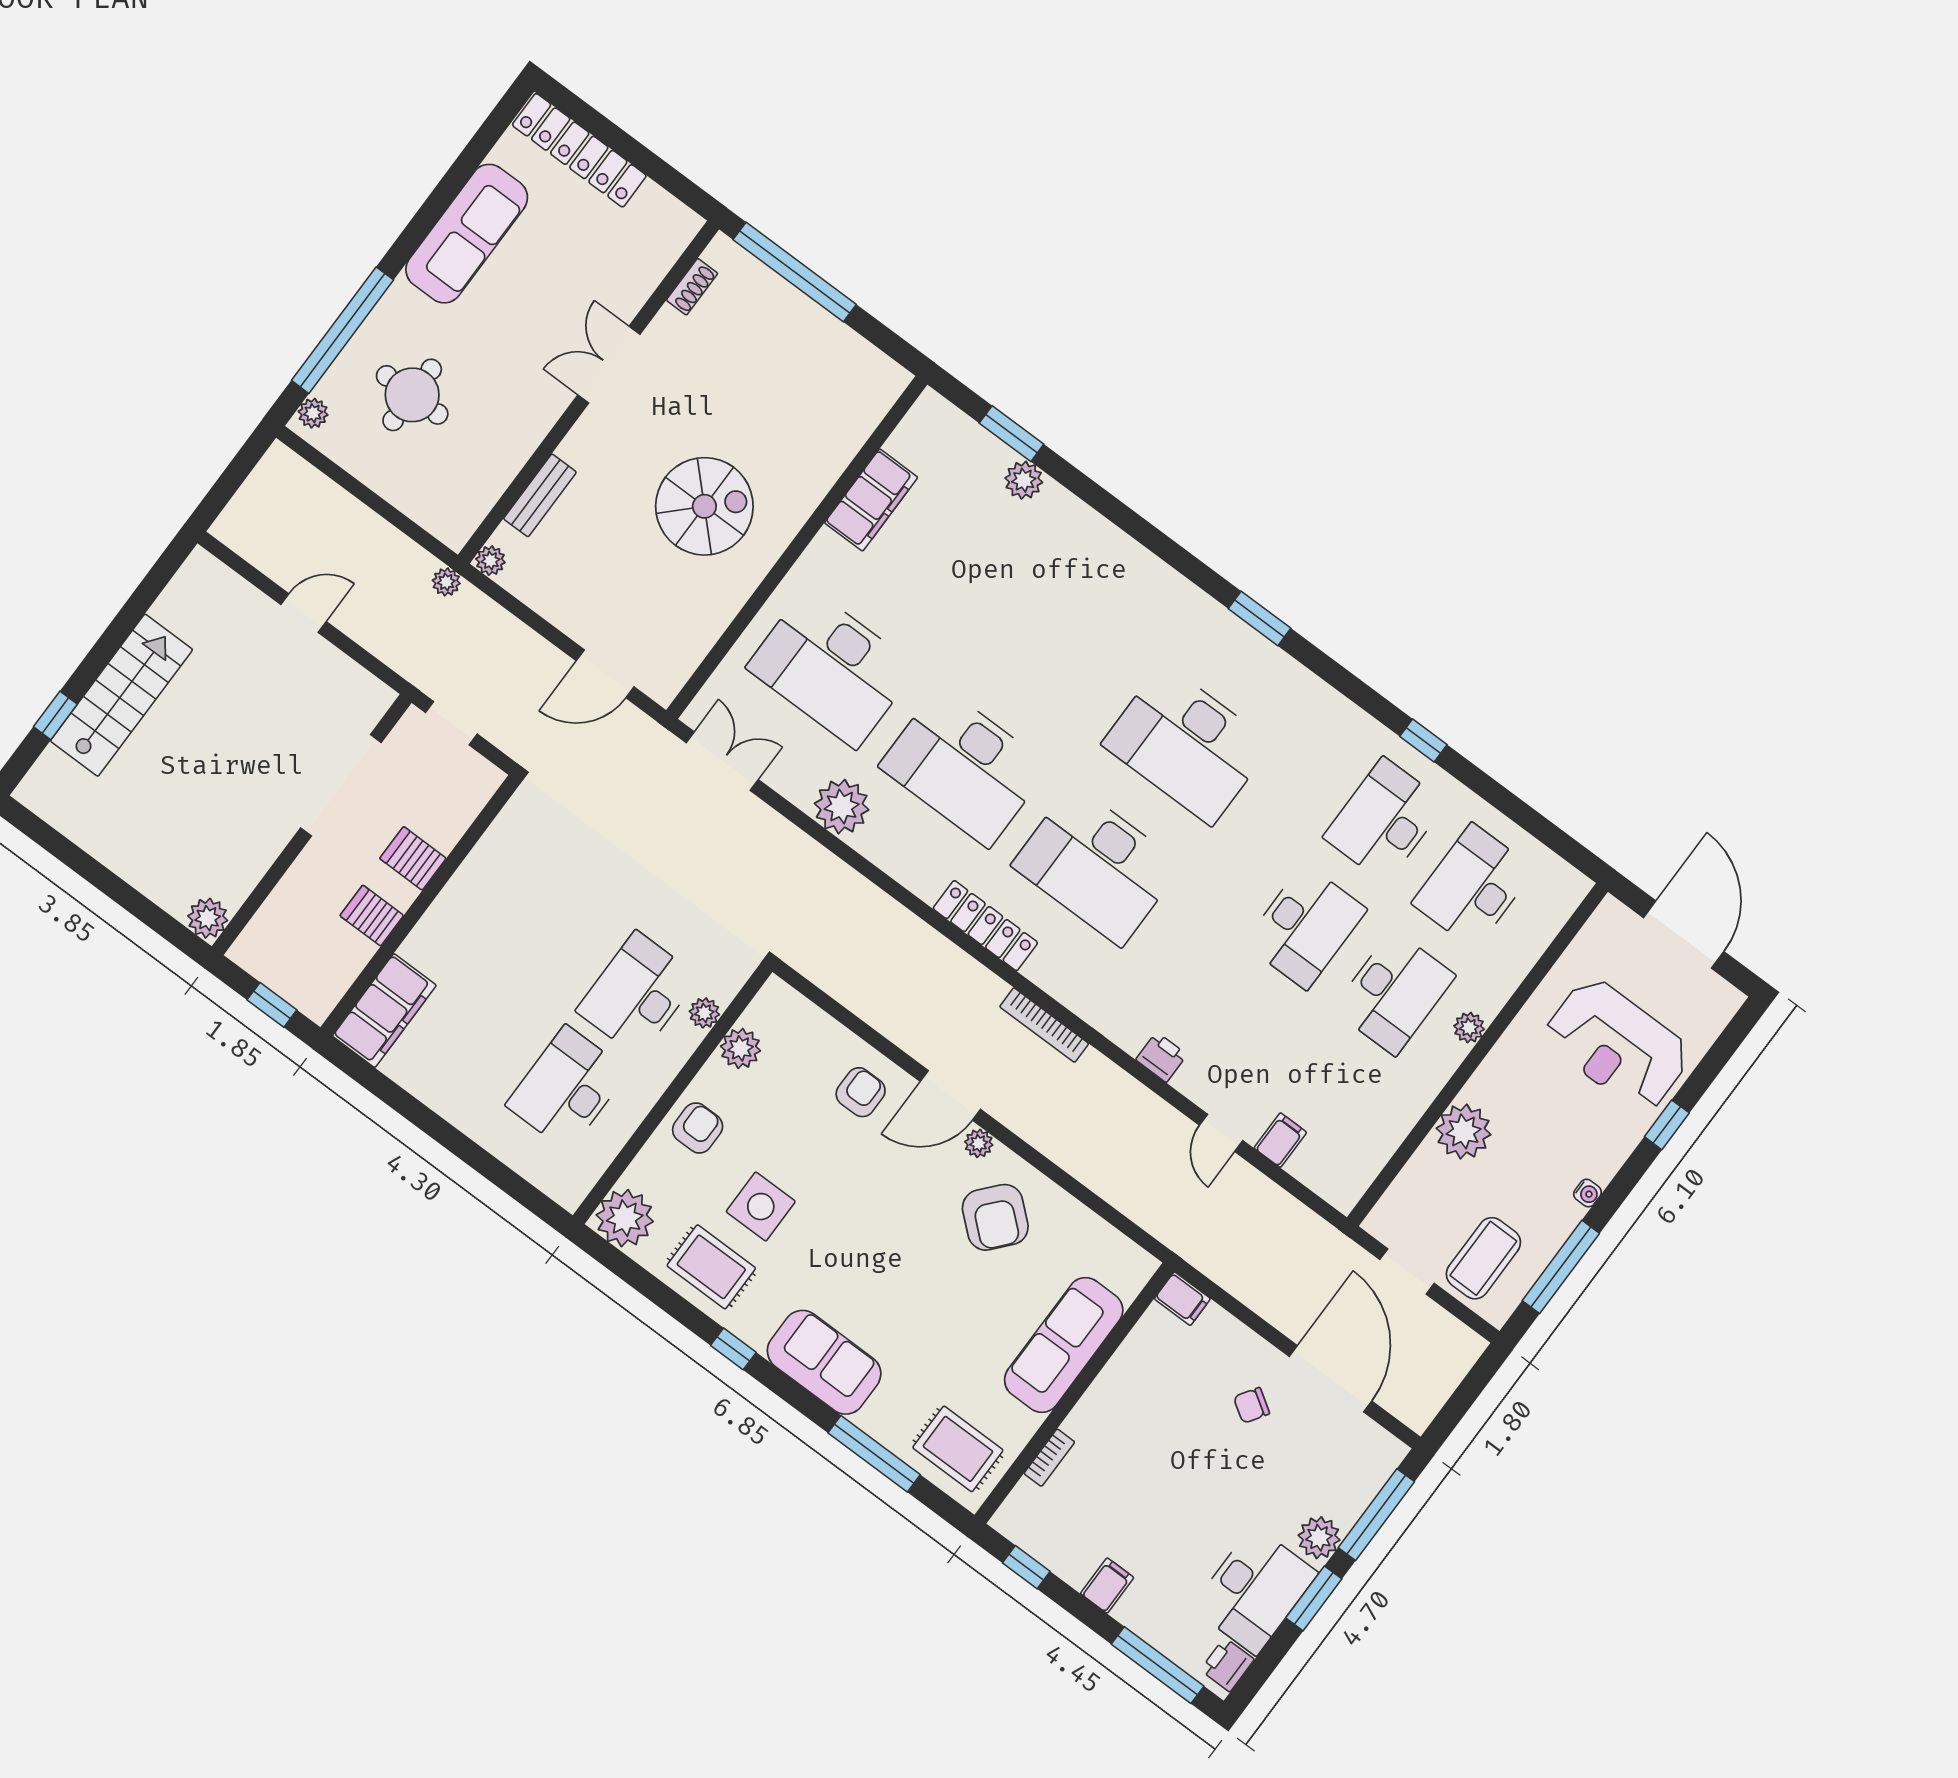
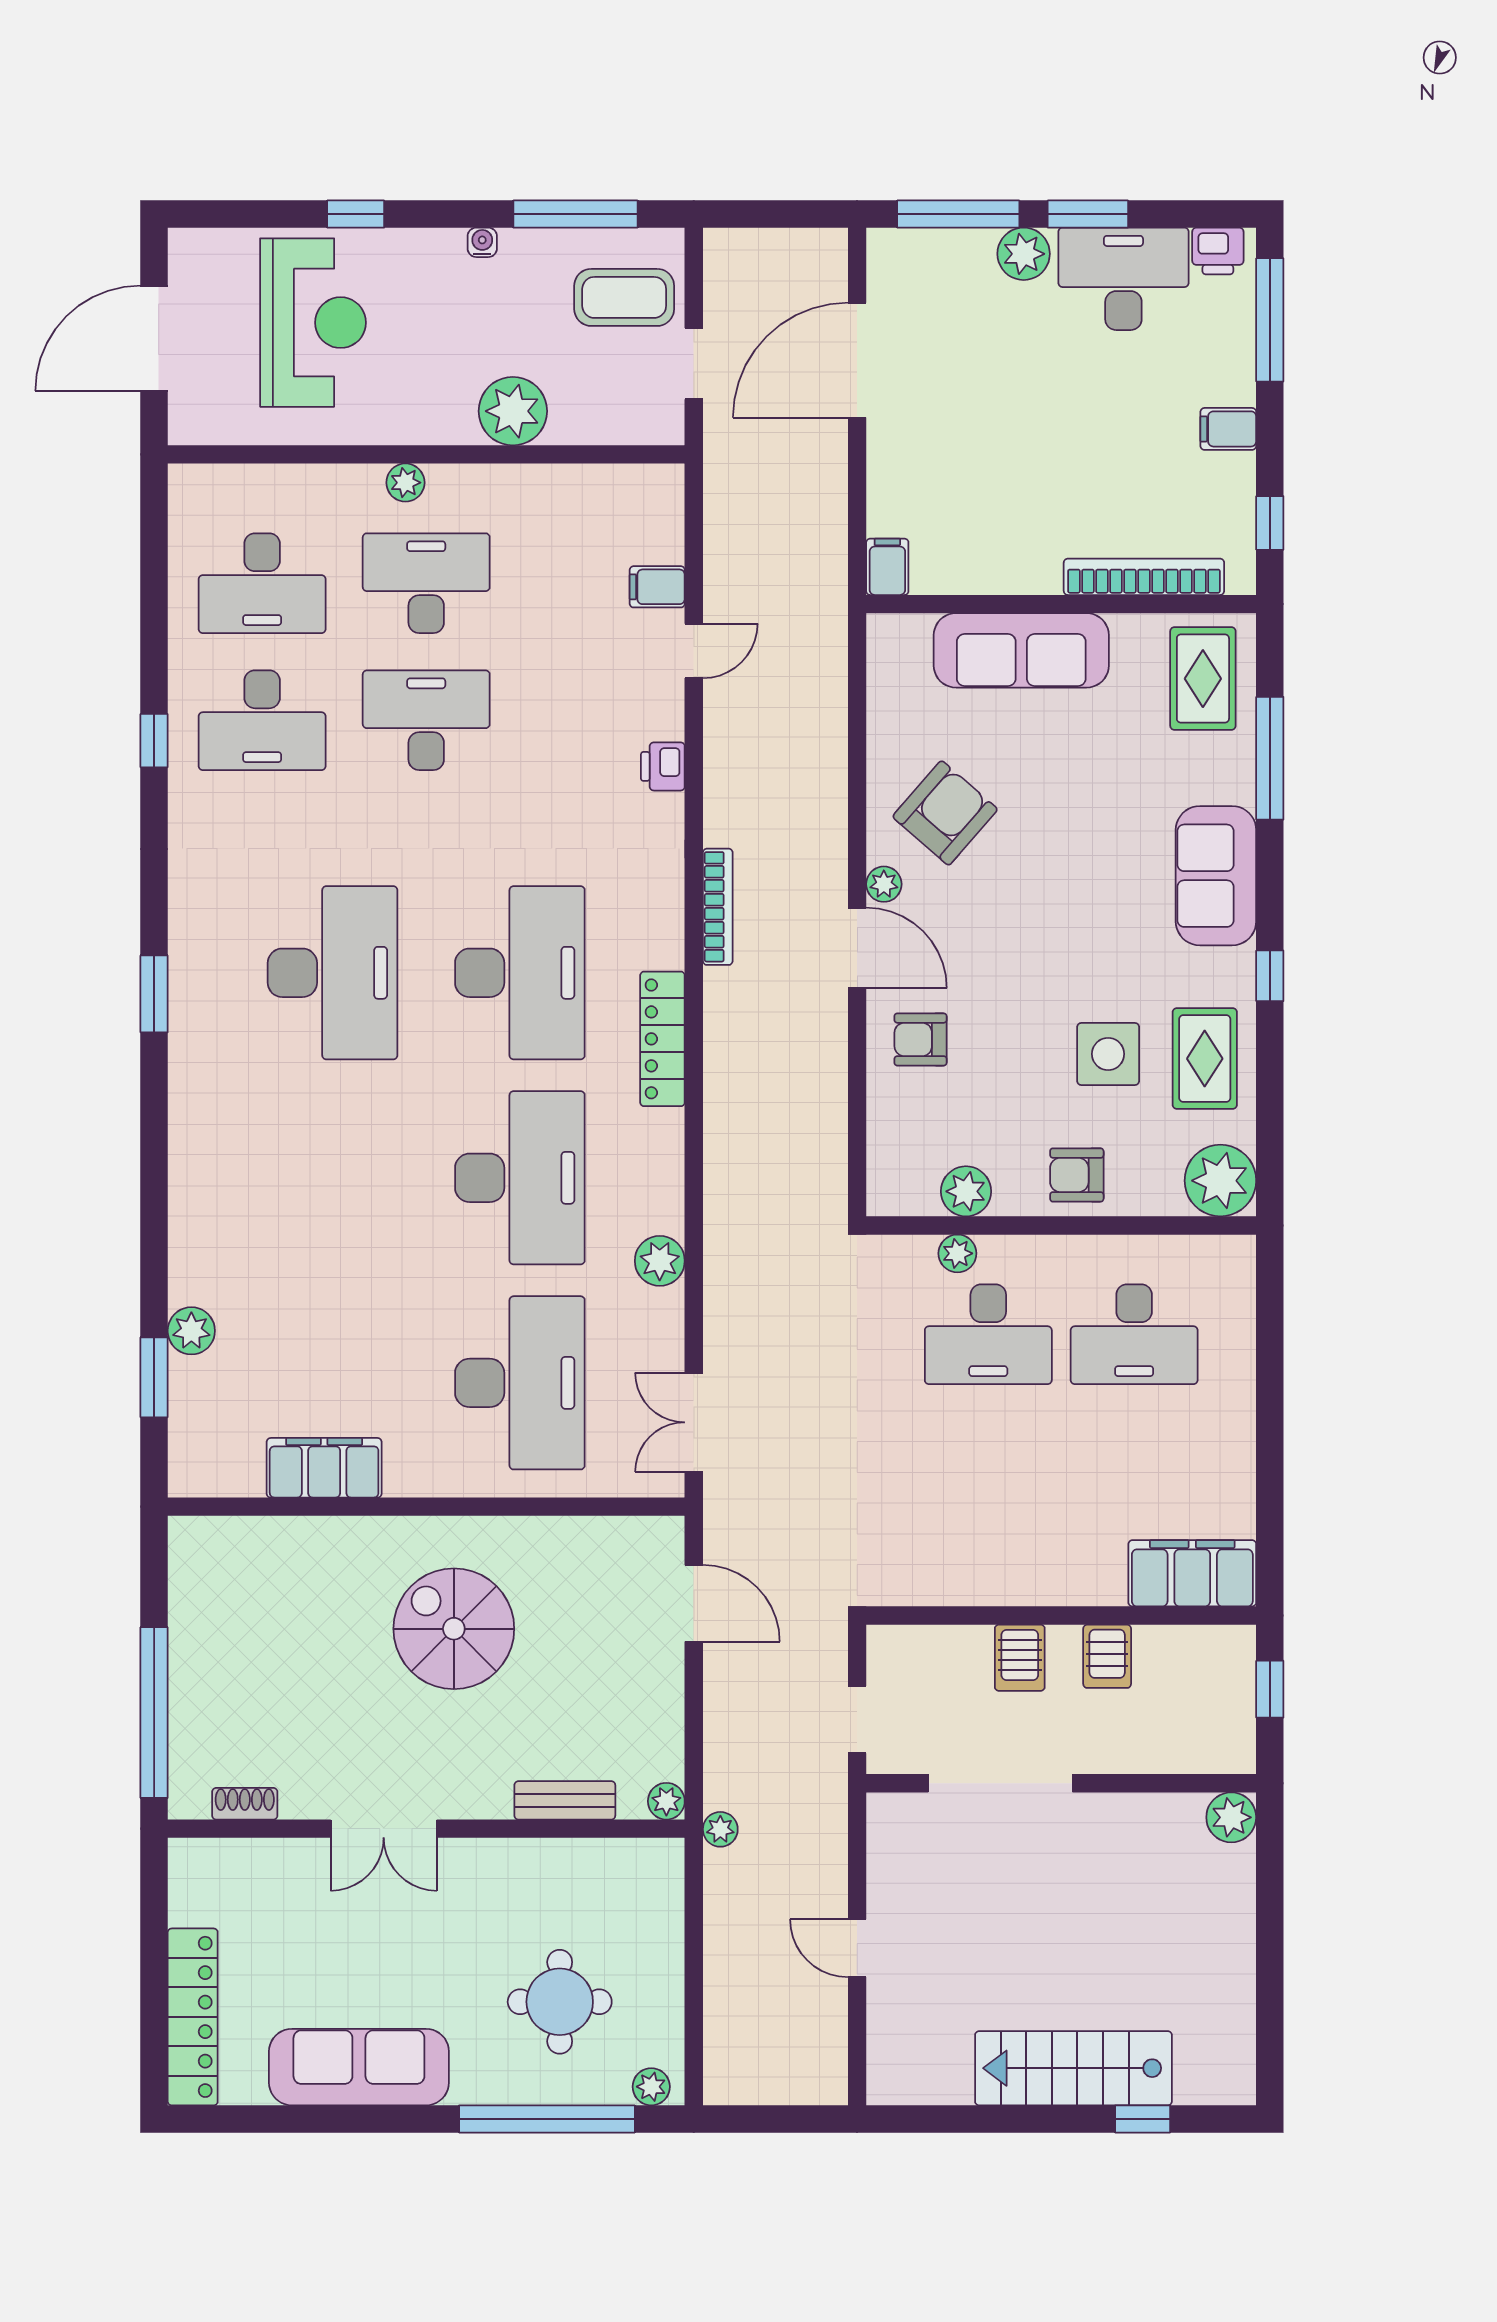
plant: (842, 807) -> (660, 1261), width x0.73, depth x0.73
chair: (1251, 1405) -> (942, 419), removed
bookcase: (1049, 1458) -> (1144, 577), width x2.31, depth x1.31

